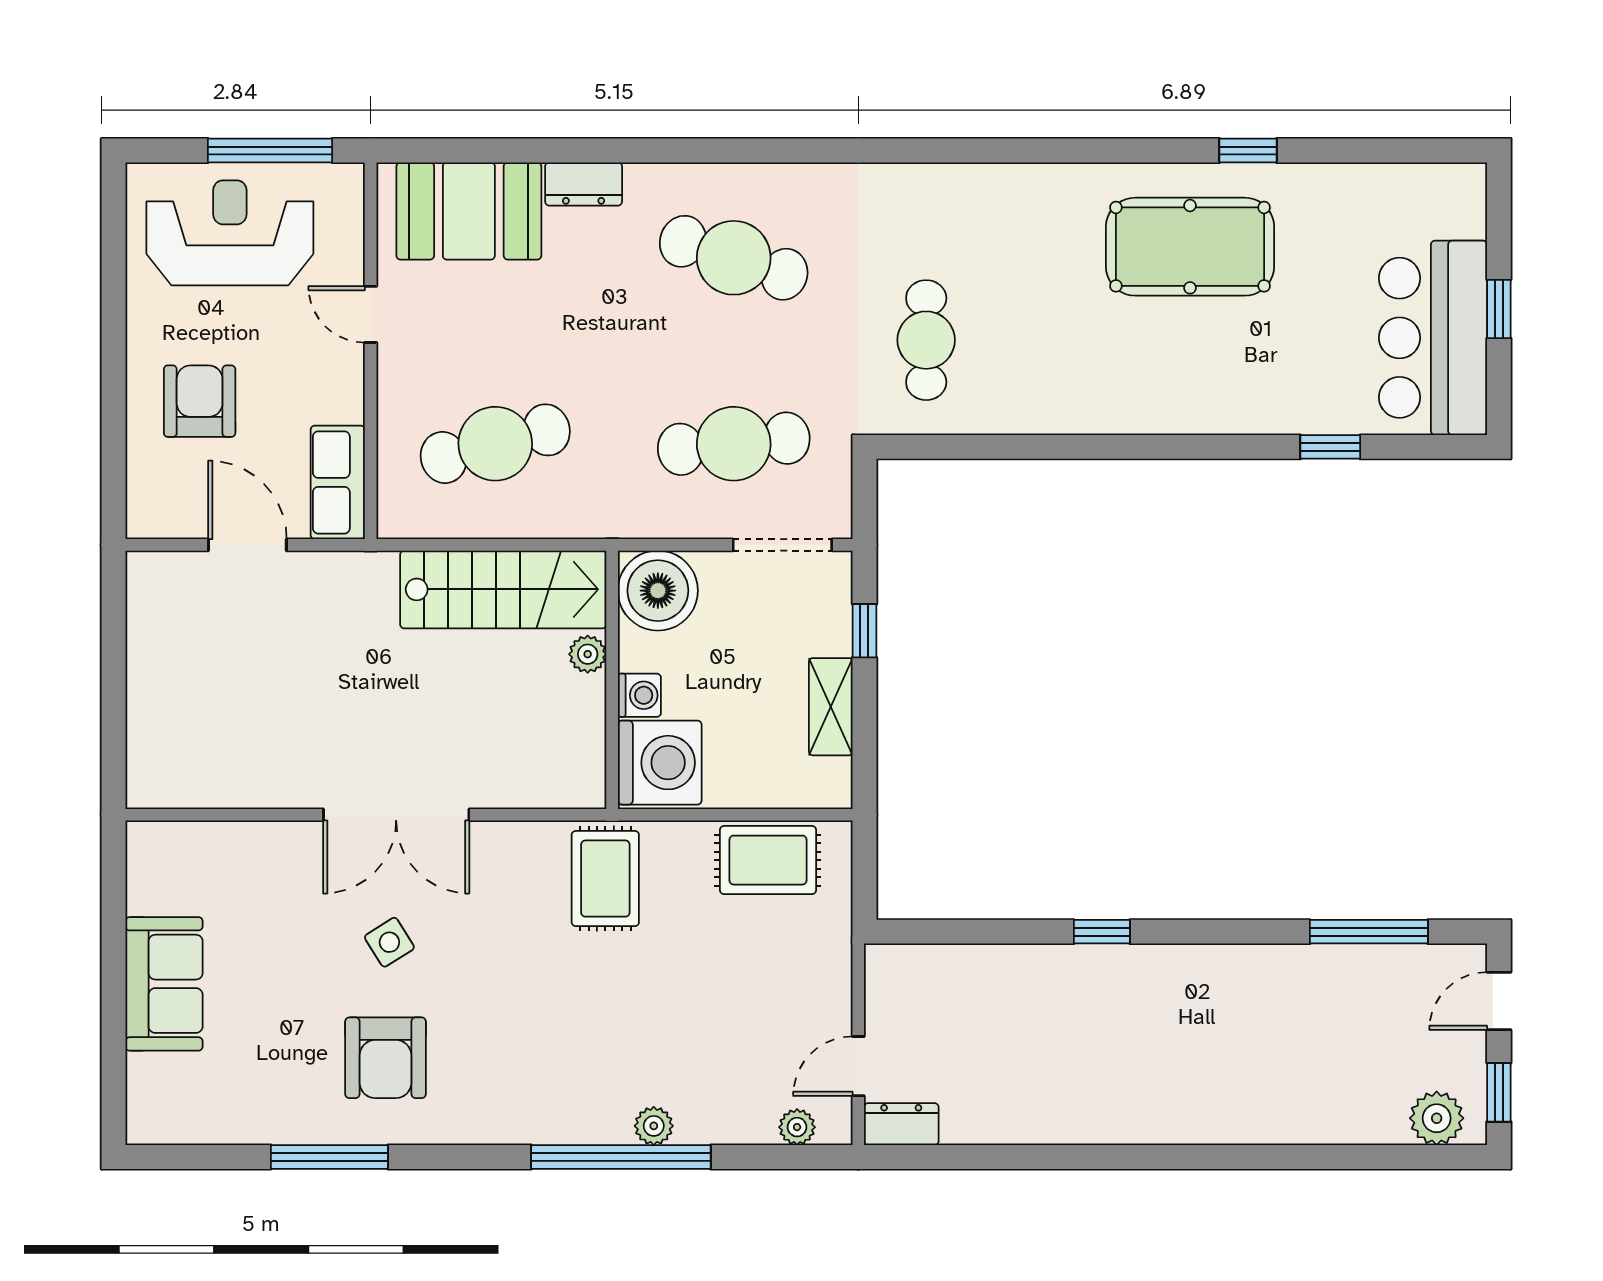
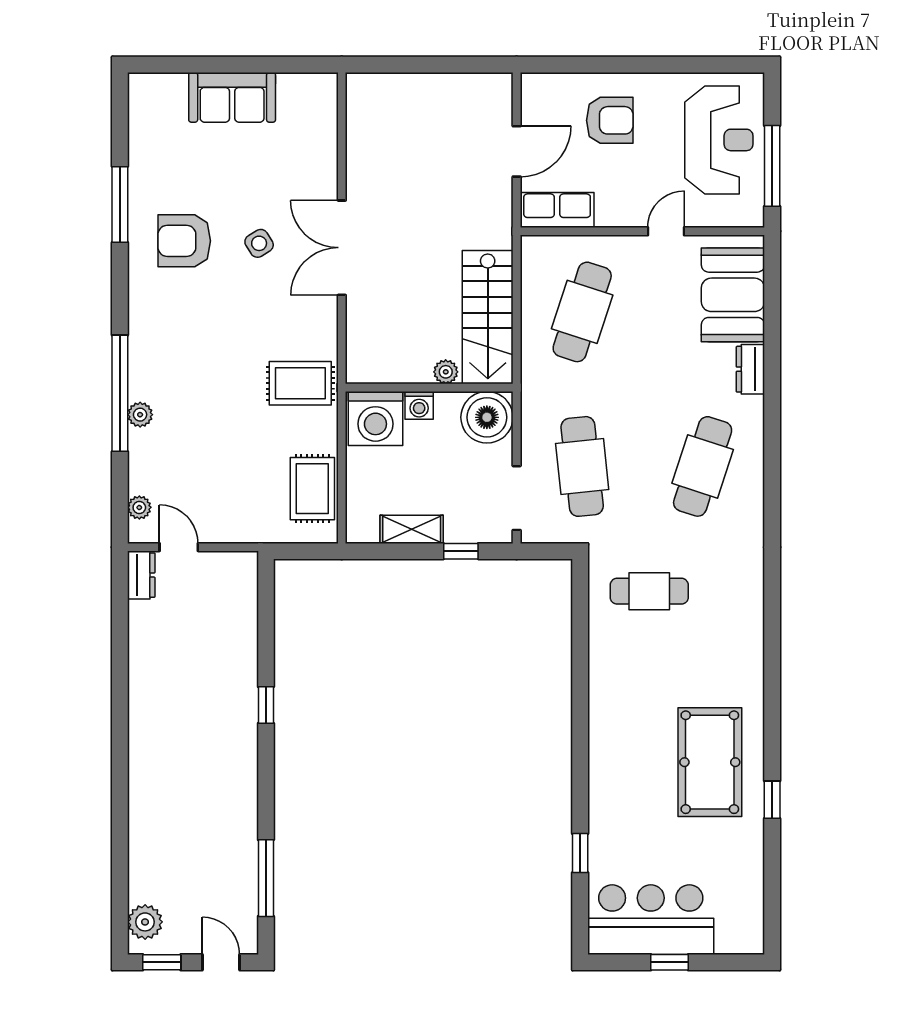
cafe table: (495, 444) -> (582, 312), turned 33

